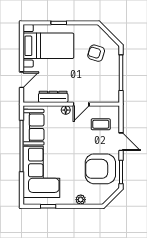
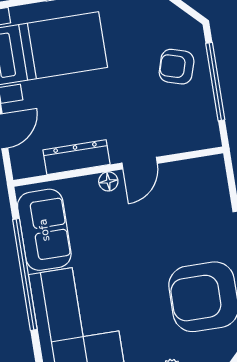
armchair: (96, 53) -> (177, 67), moved
coffee table: (101, 124) -> (189, 200), removed

